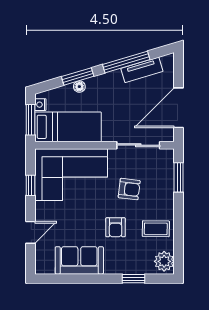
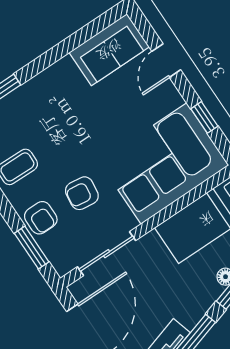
armchair: (116, 227) -> (41, 218), moved, turned 180
sofa: (79, 260) -> (109, 50), moved

